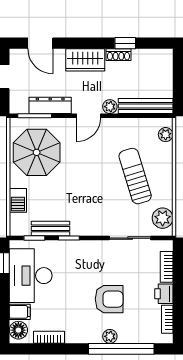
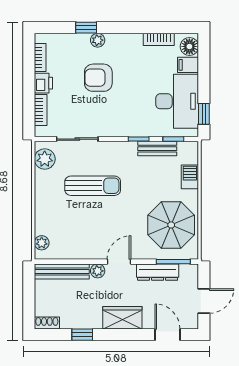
shoe rack: (118, 55) -> (47, 323), moved
sun lounger: (135, 176) -> (93, 186), moved, turned -73
window: (121, 349) -> (86, 28), width x0.32

